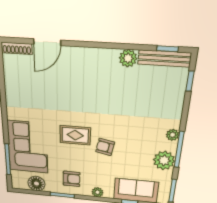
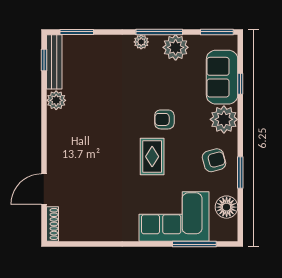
door: (47, 42) -> (44, 189), swing flipped
window: (190, 81) -> (77, 32), width x1.50
armchair: (105, 147) -> (164, 119), turned 79
armchair: (72, 179) -> (214, 160), turned 75
plant: (97, 192) -> (224, 119), width x1.88, depth x1.88

